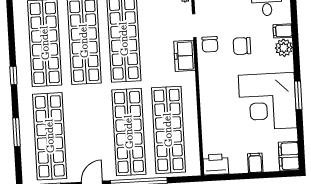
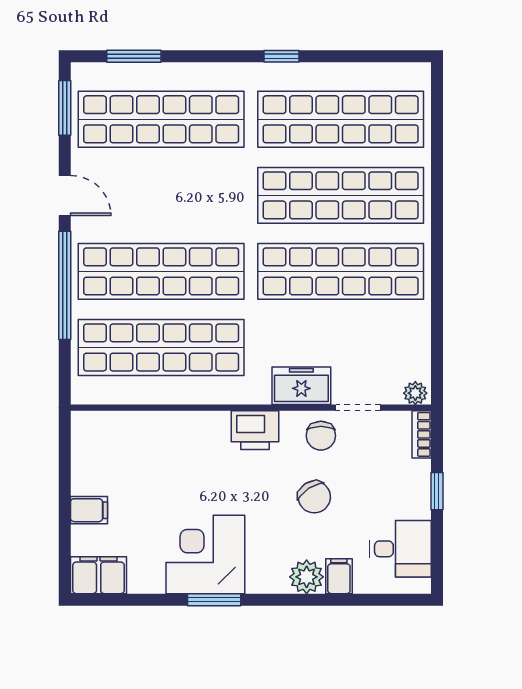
chair: (210, 44) -> (321, 436), turned -90
chair: (242, 46) -> (314, 497), turned 147
corner desk: (268, 101) -> (205, 554), width x0.74, depth x0.74
window: (16, 132) -> (134, 56), moved
printer: (216, 164) -> (255, 430), moved, turned 90

